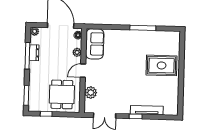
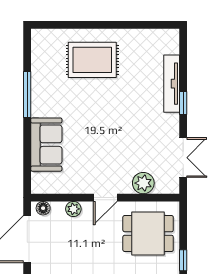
sofa: (95, 44) -> (46, 145), moved, turned 90
rug: (162, 65) -> (92, 60), turned 90
door: (83, 71) -> (105, 198), hinge flipped

